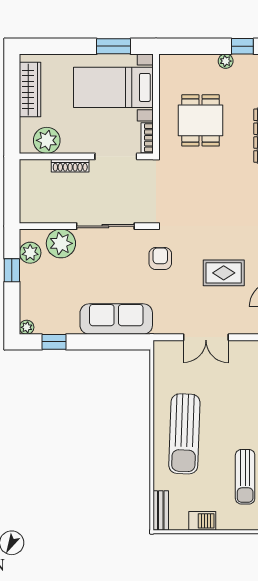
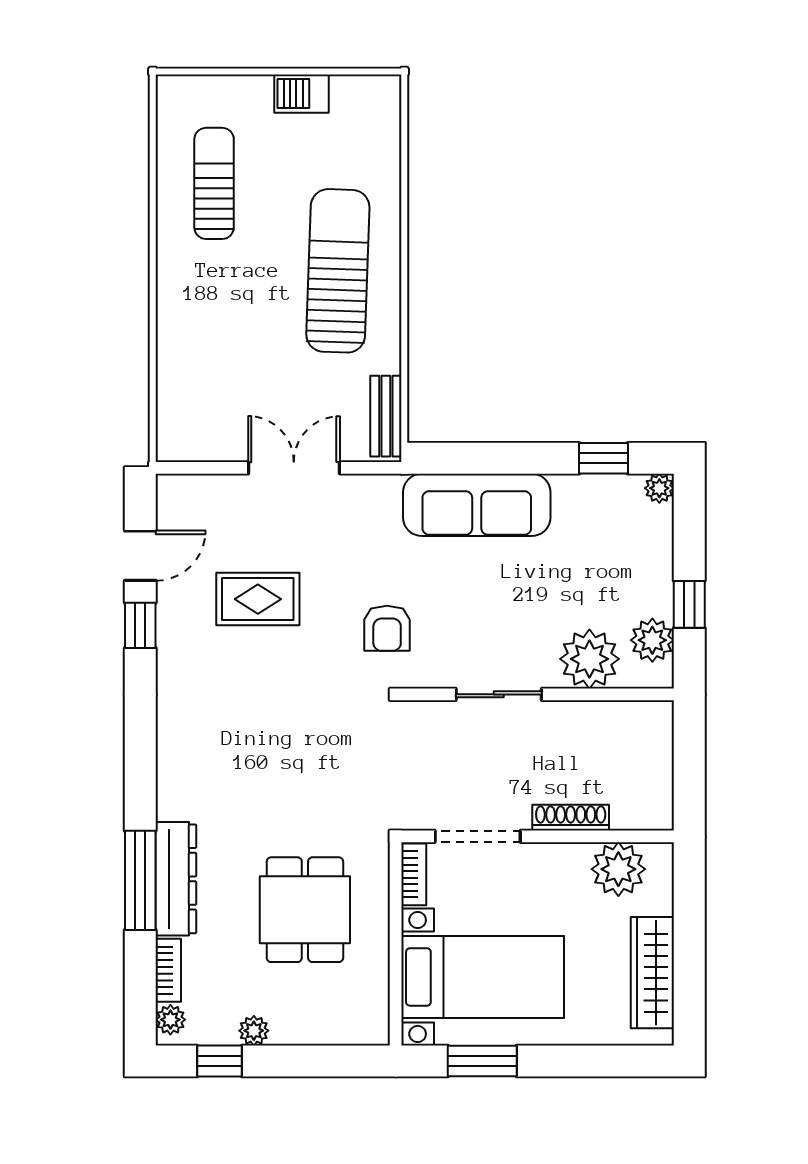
sliding door: (105, 226) -> (499, 694), width x0.73
bench: (161, 510) -> (386, 416), moved

